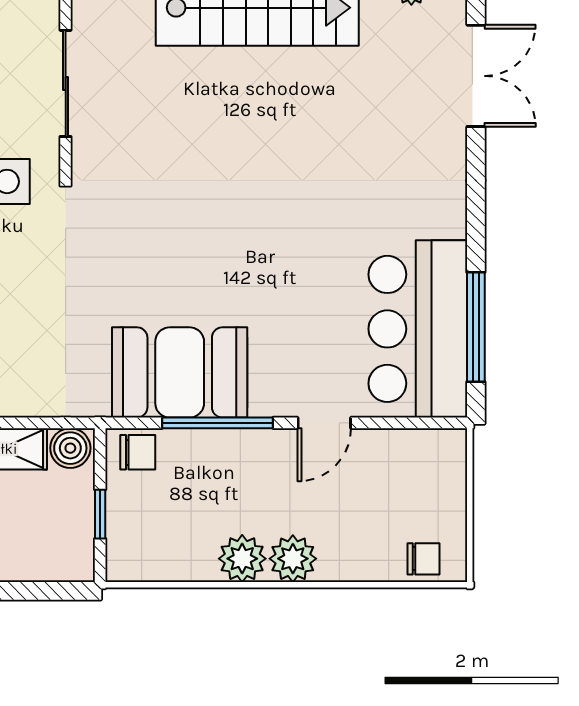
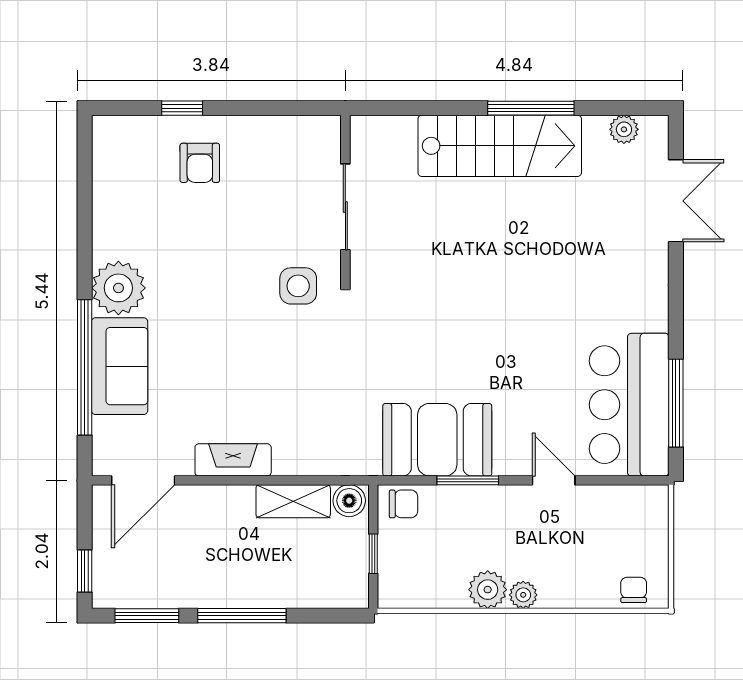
window: (218, 423) -> (468, 480), width x0.69
door: (324, 423) -> (554, 480), swing flipped
plant: (293, 559) -> (523, 595), width x0.73, depth x0.73
chair: (424, 559) -> (634, 590), turned -90

